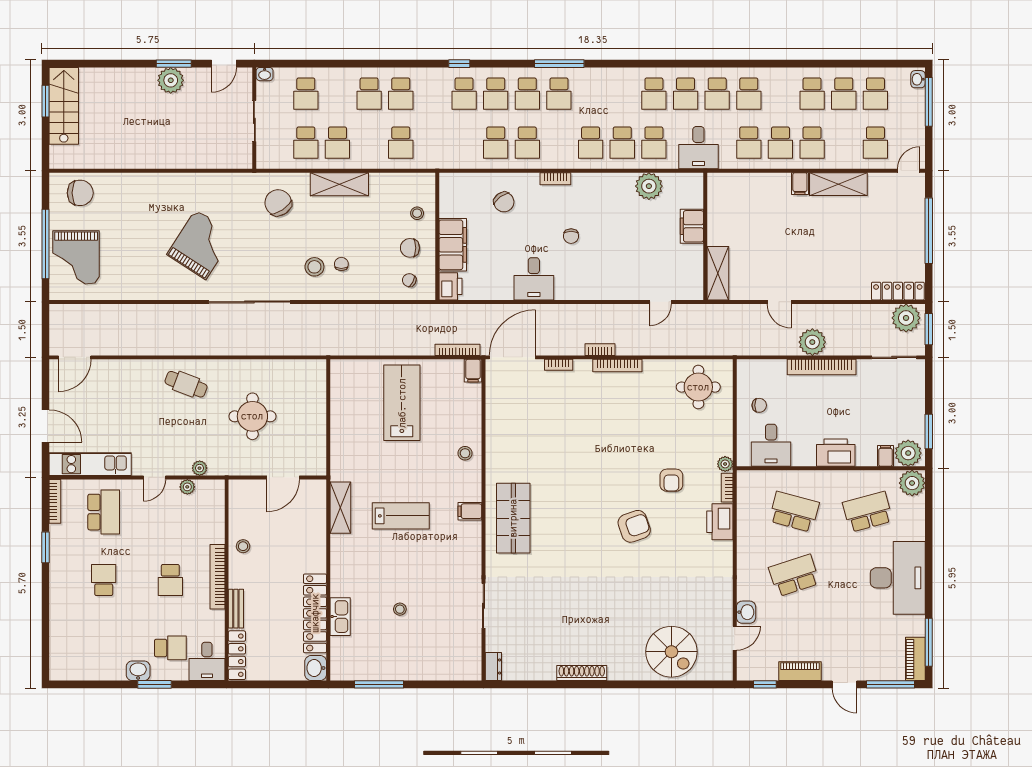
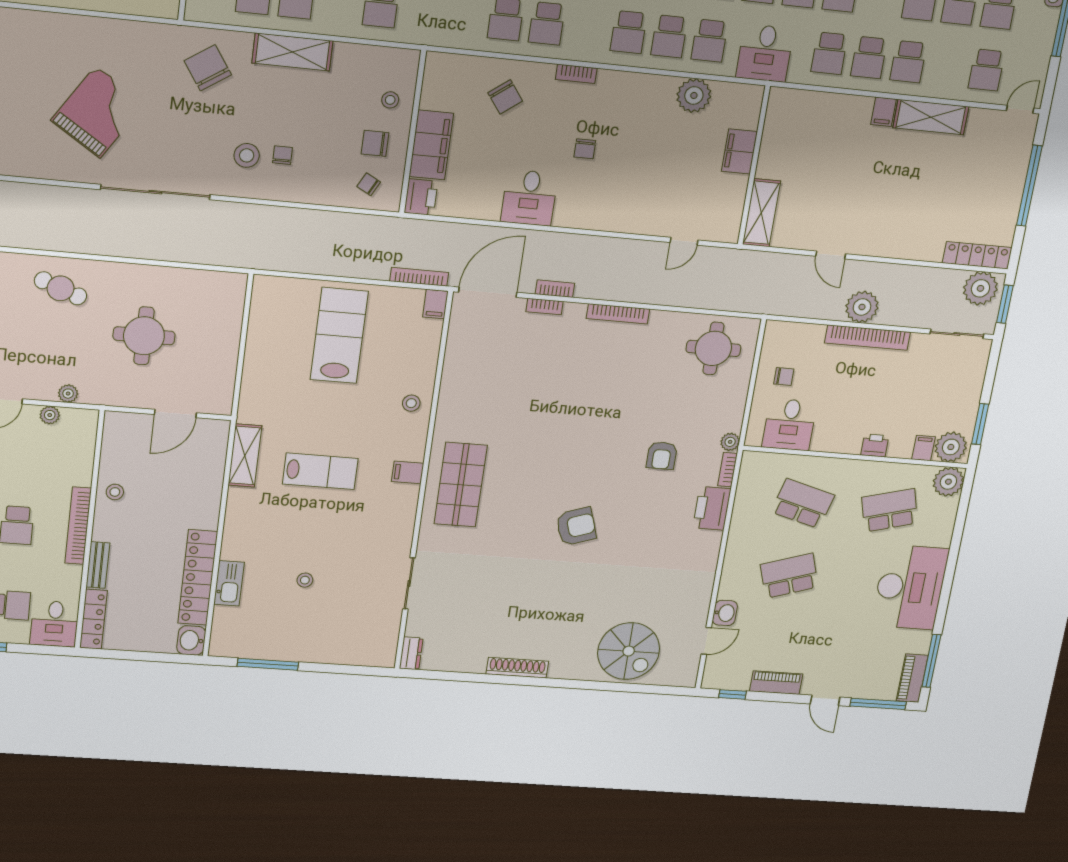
bookcase: (600, 350) -> (555, 289), moved
printer: (836, 453) -> (875, 445), width x0.53, depth x0.68
armchair: (634, 526) -> (576, 526), moved

